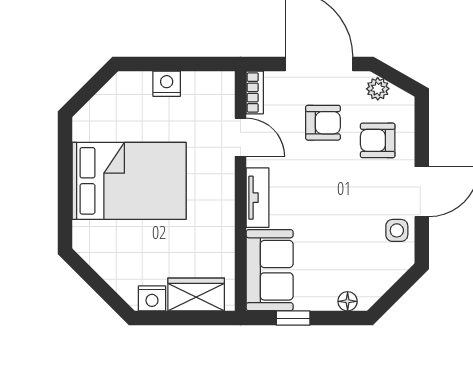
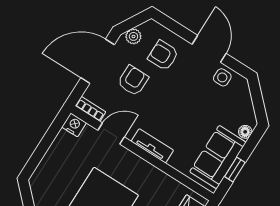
nightstand: (167, 84) -> (74, 125), moved, turned 90
armchair: (378, 140) -> (163, 55), turned 90
sofa: (270, 270) -> (218, 157), moved, turned -90

